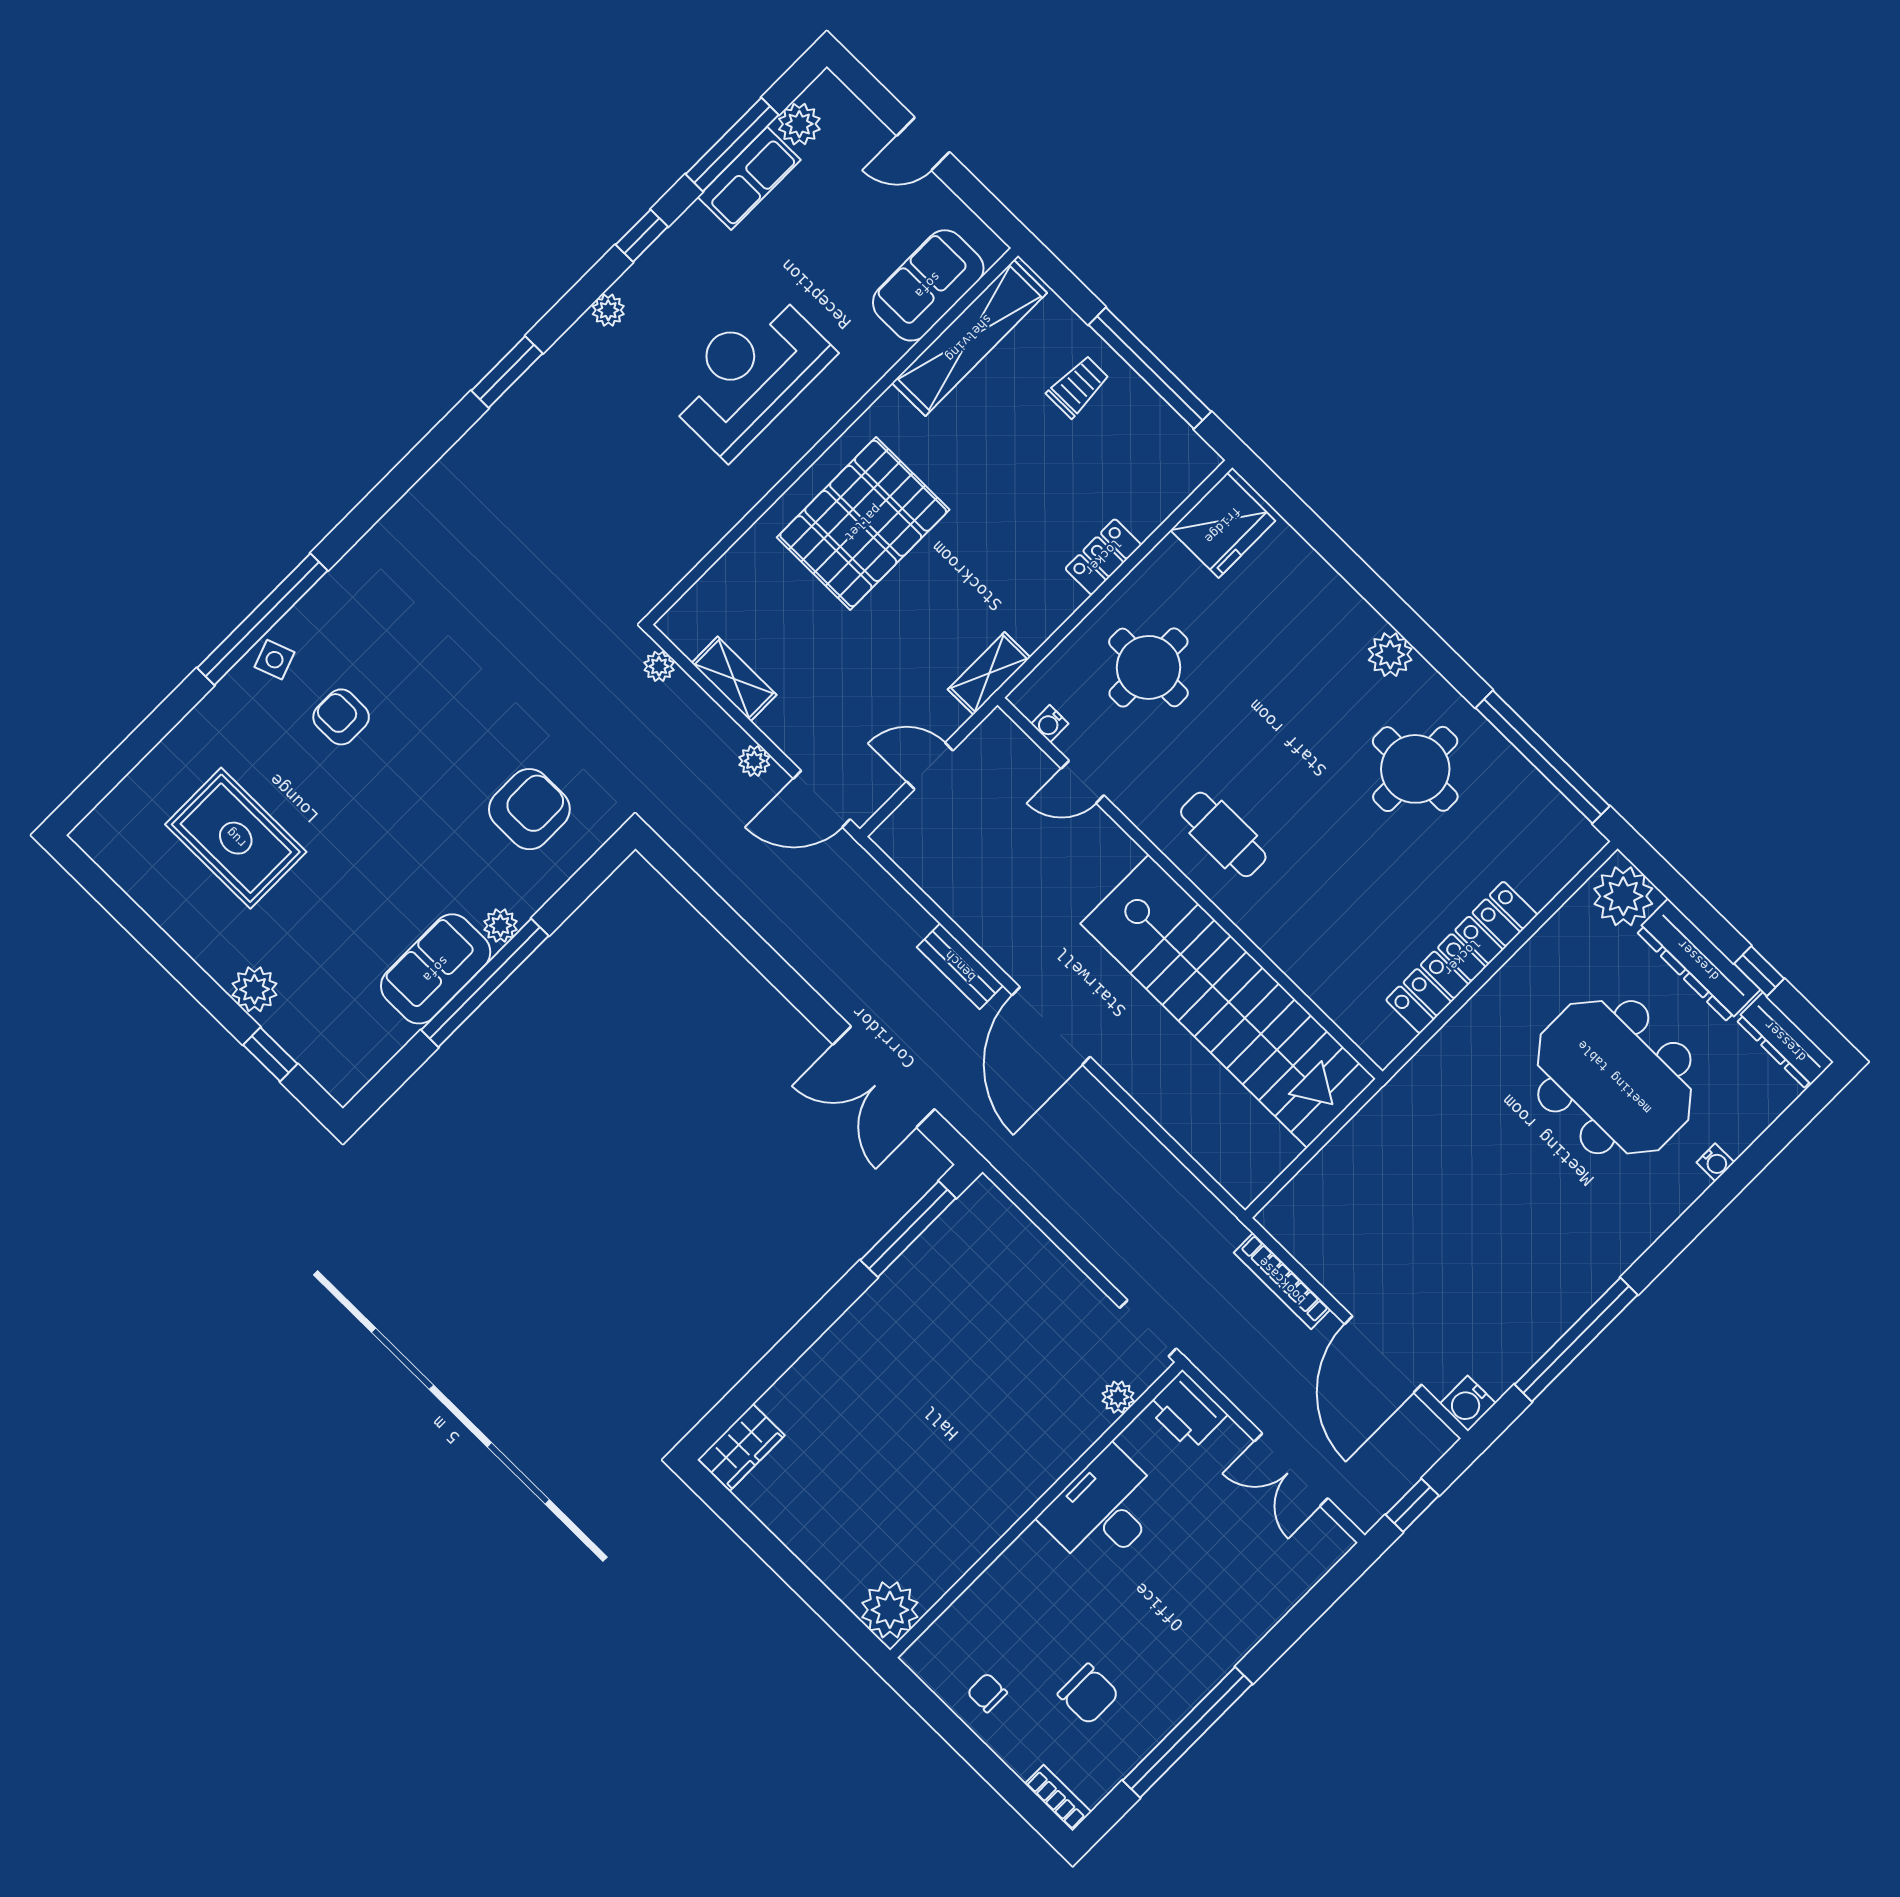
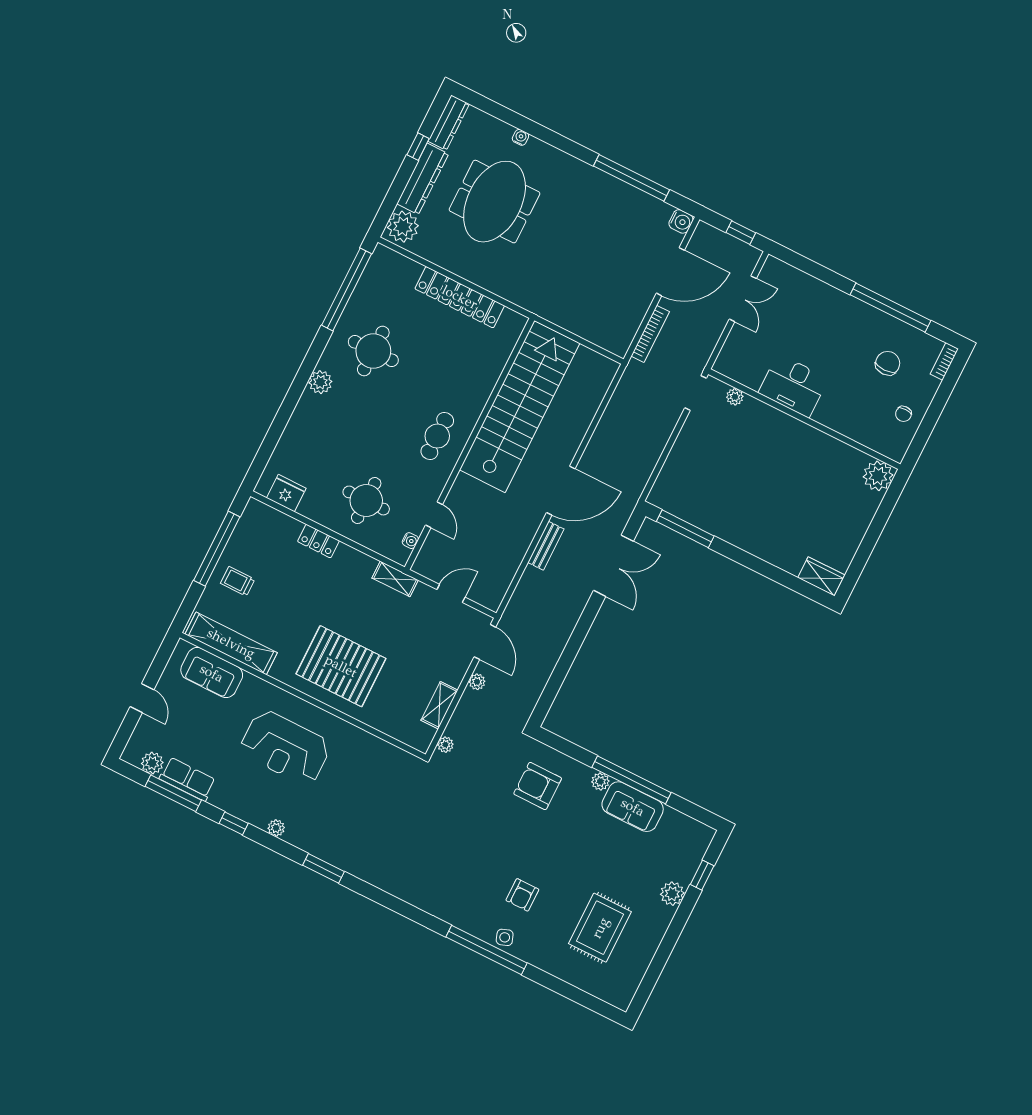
fridge: (1223, 525) -> (286, 493), width x0.73, depth x0.75
door: (930, 766) -> (451, 593), swing flipped
printer: (1187, 1411) -> (730, 360), removed

